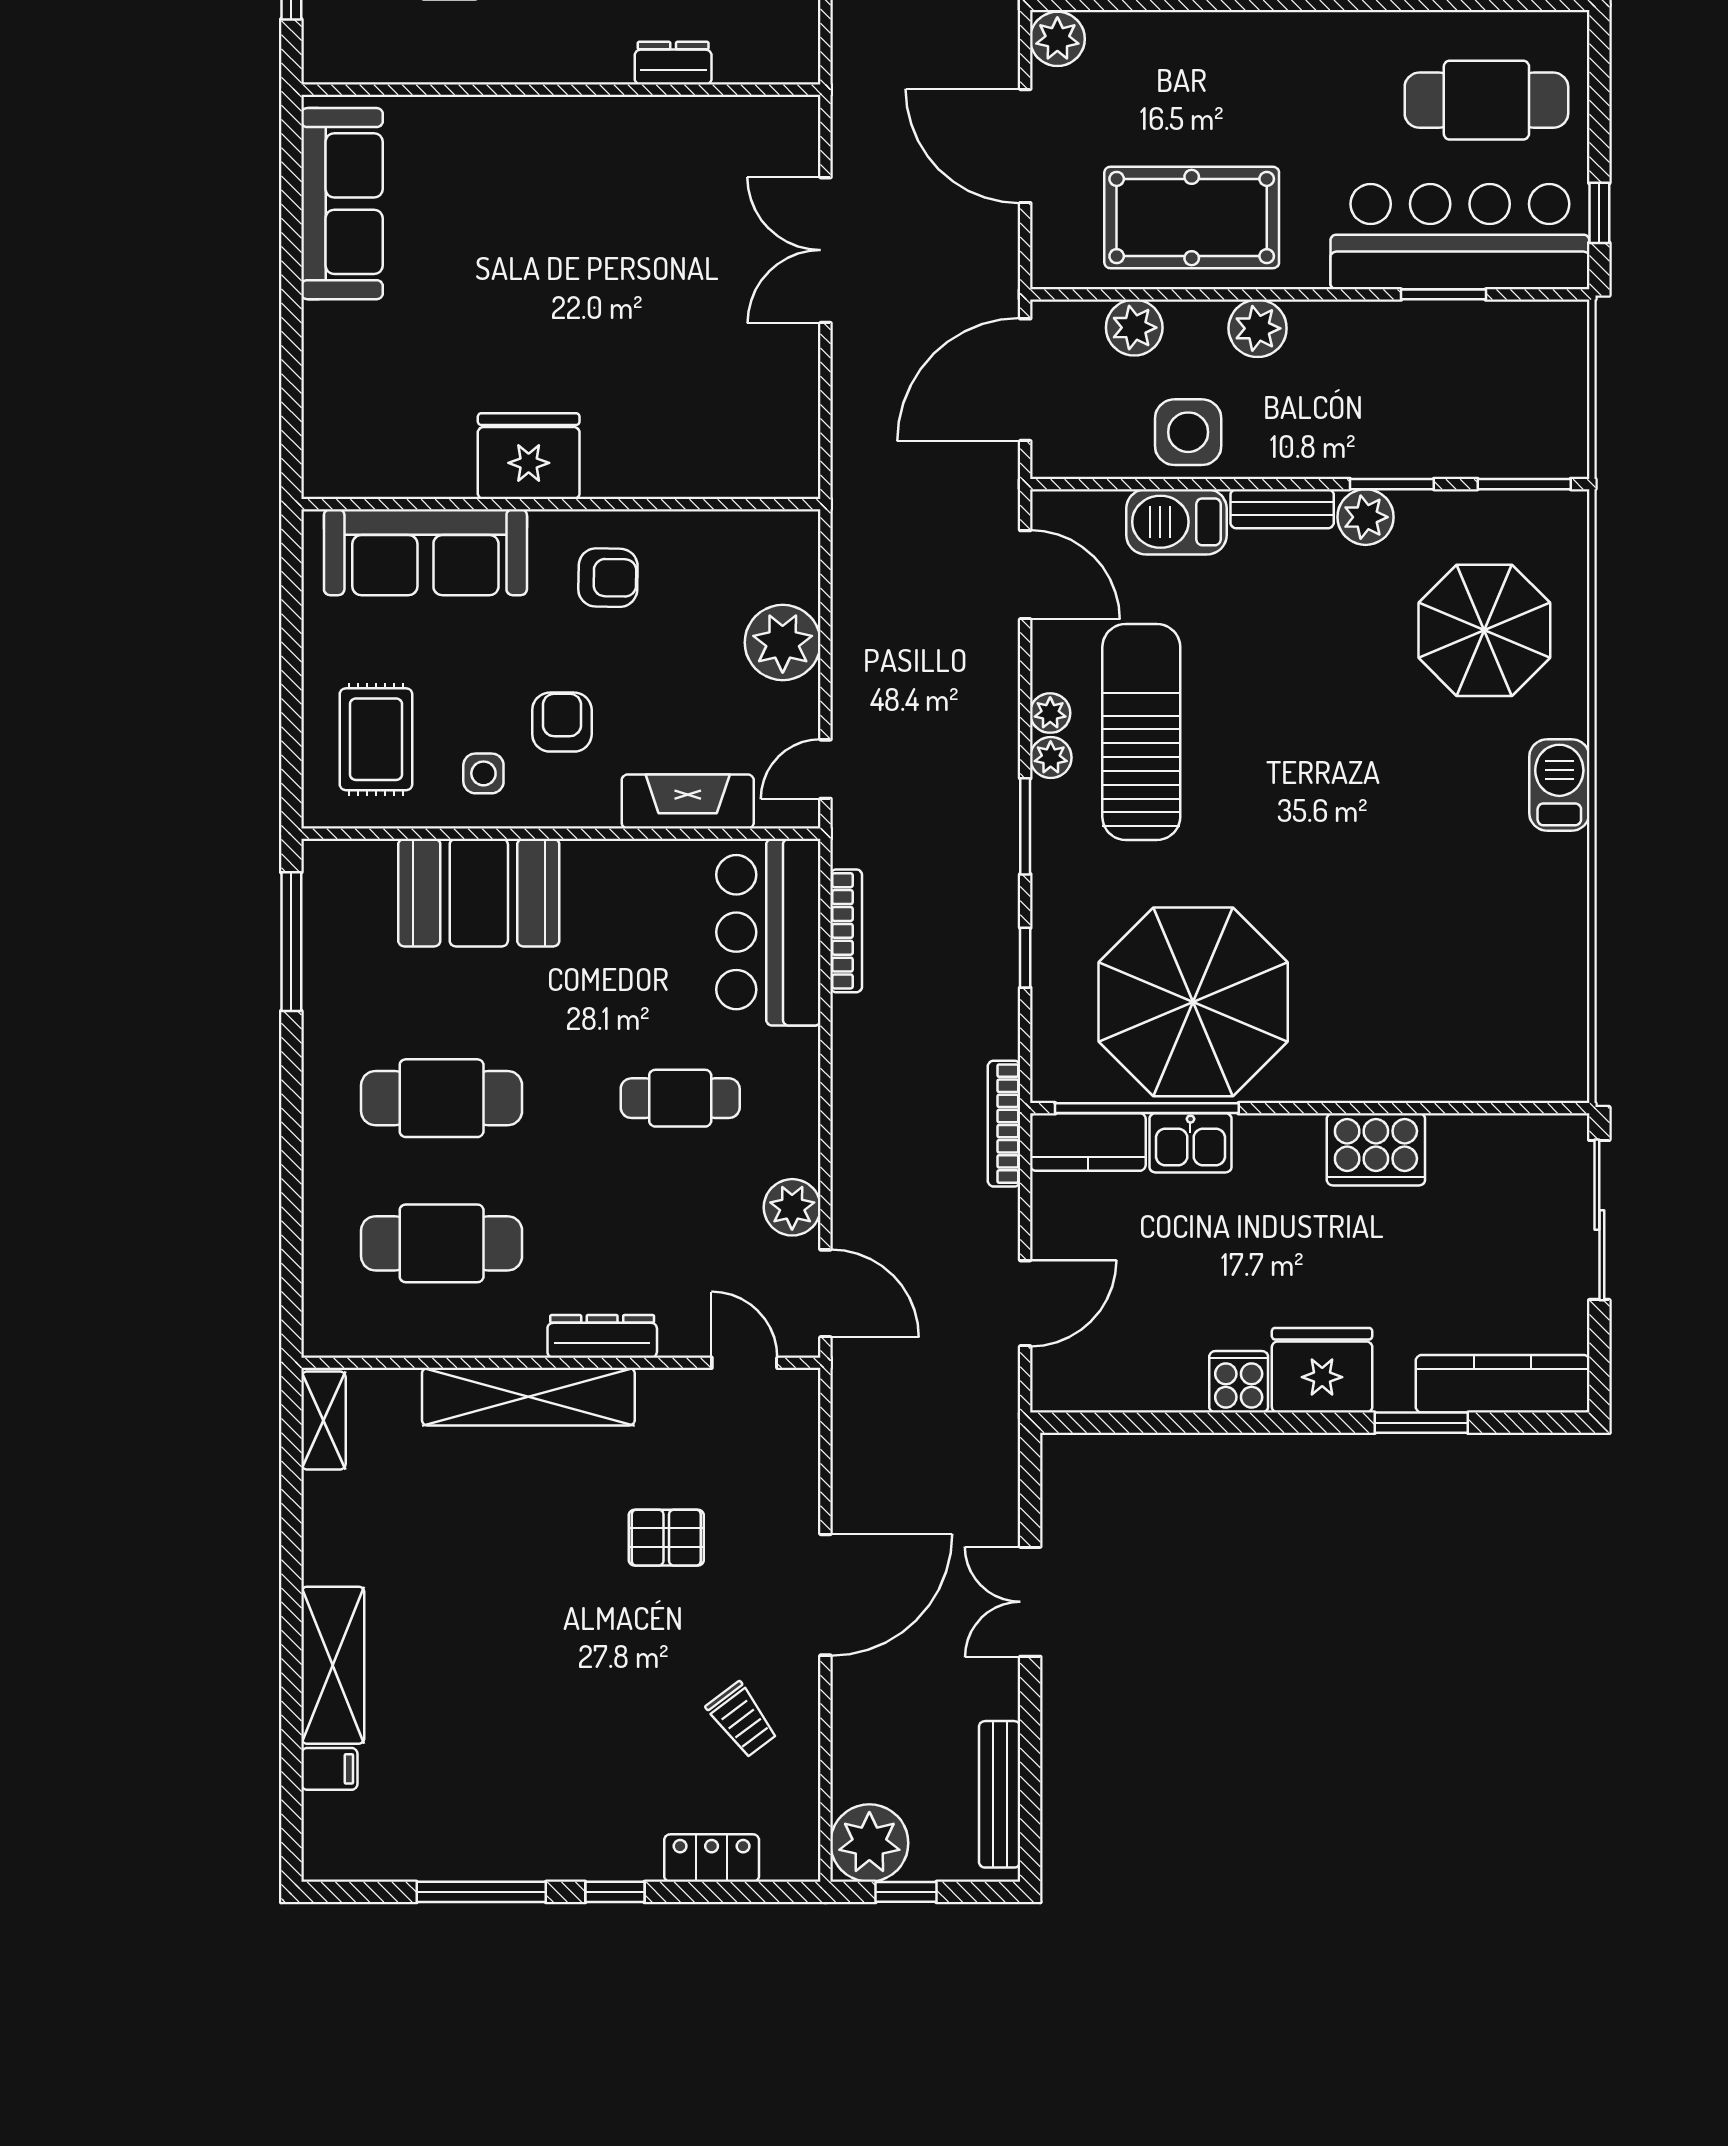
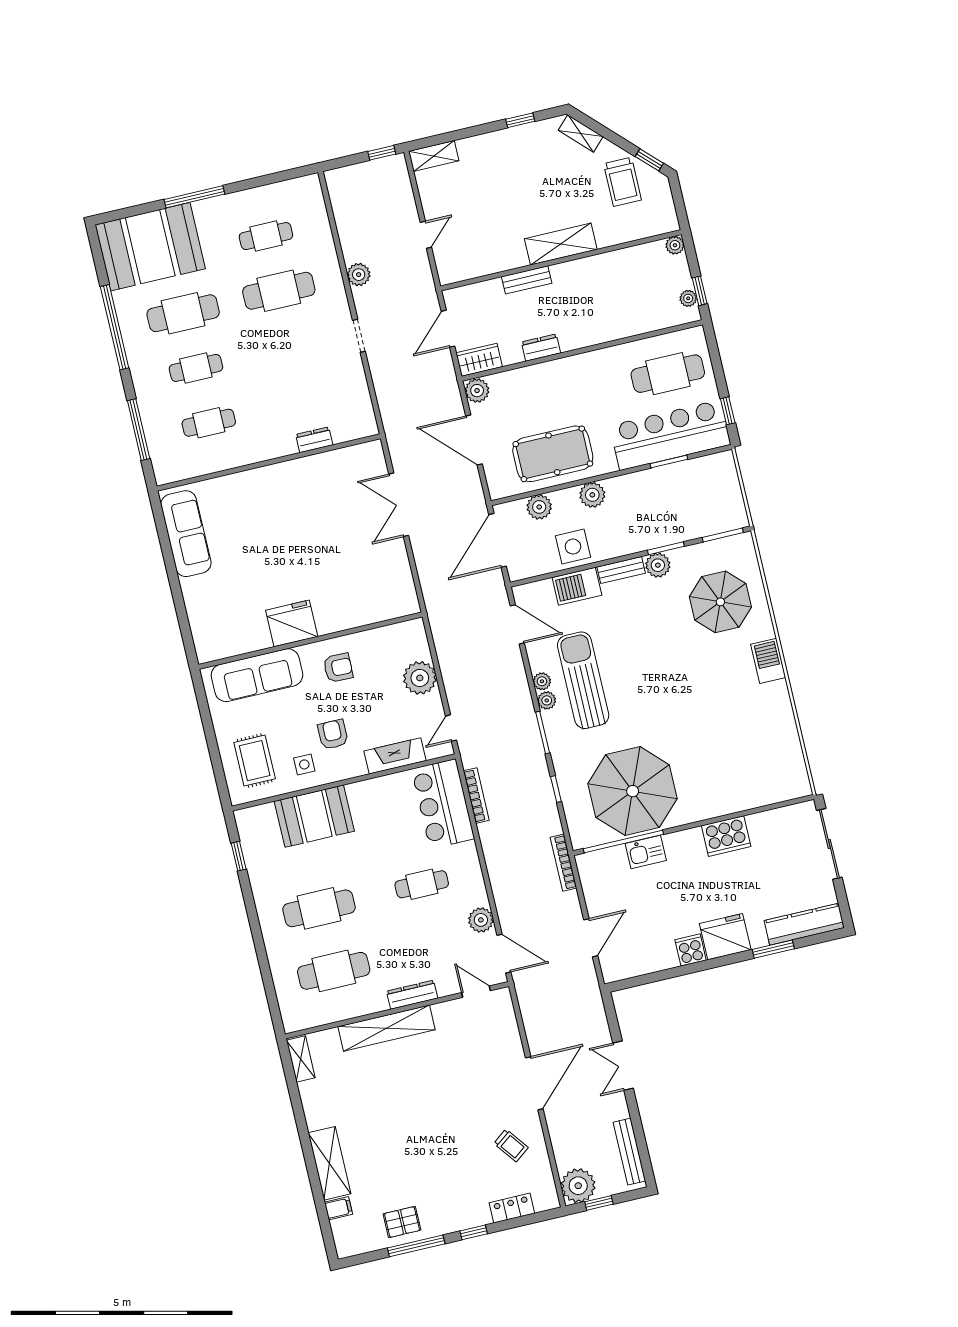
window: (291, 942) -> (239, 856), width x0.46
kitchen counter: (1088, 1142) -> (601, 862), removed
pallet: (666, 1538) -> (402, 1222), moved

